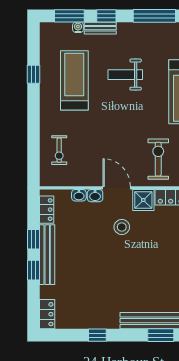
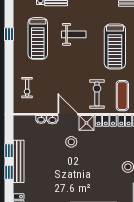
weight bench: (125, 75) -> (74, 34), turned 180
treadmill: (74, 80) -> (38, 38), turned 180
locker: (47, 210) -> (18, 130), removed

